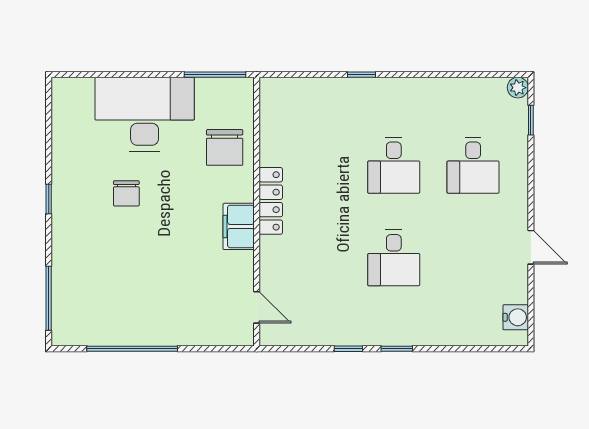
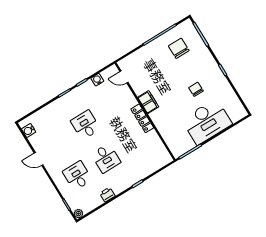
printer: (436, 90) -> (107, 195), added
chair: (225, 147) -> (179, 48), moved
desk: (394, 165) -> (106, 158), turned 180
water cooler: (314, 335) -> (97, 80), added

